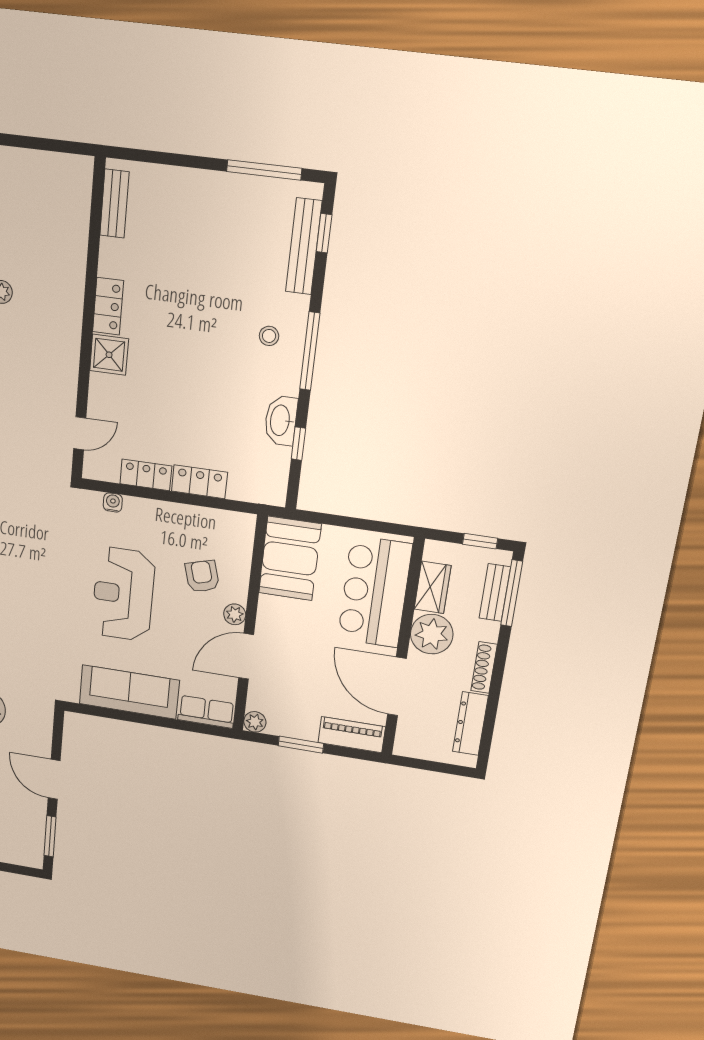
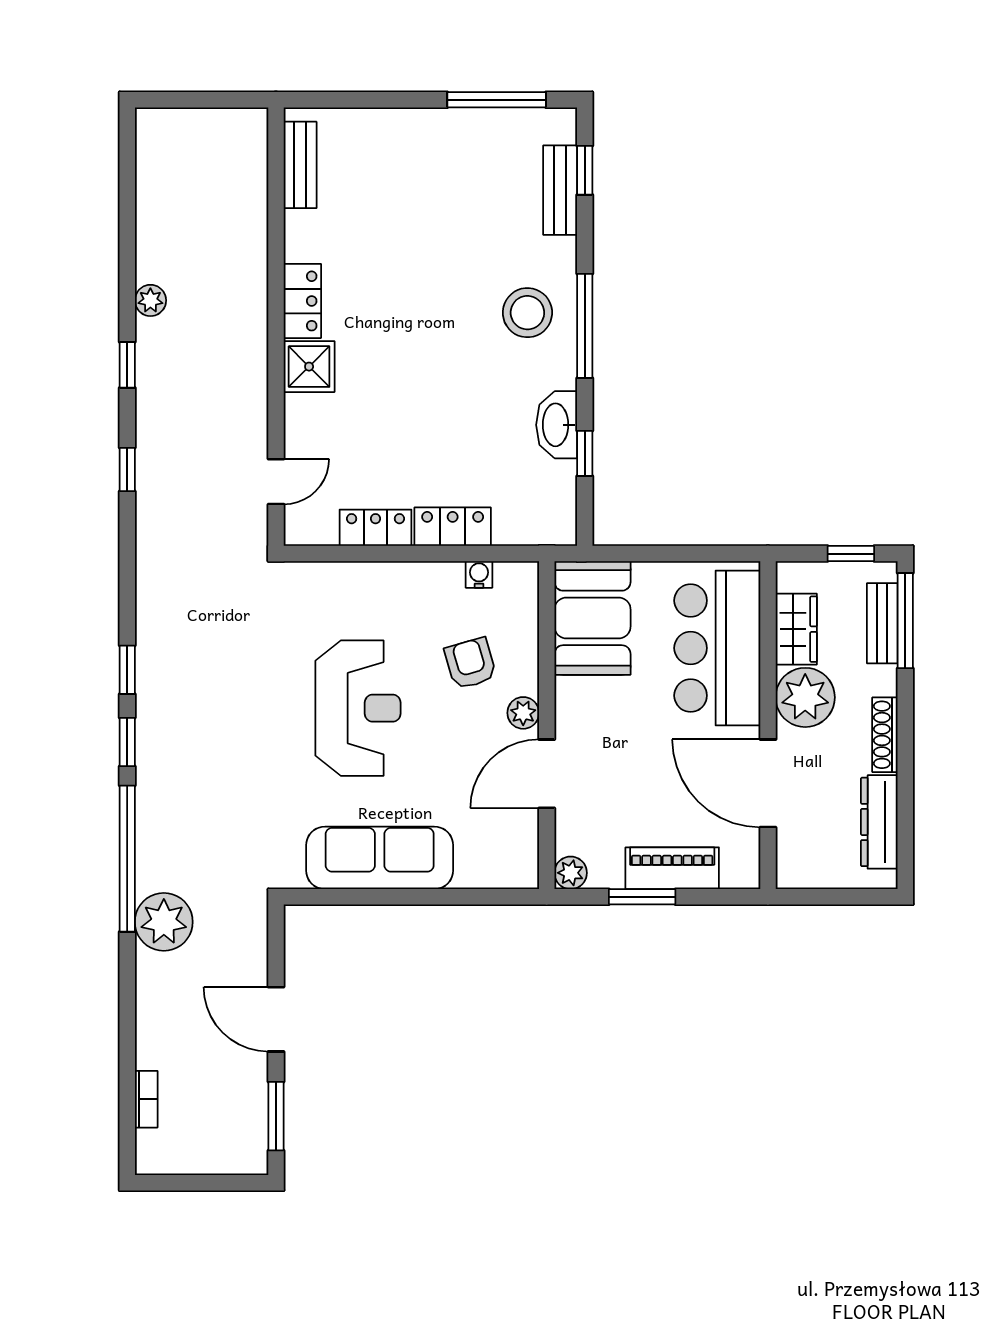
bench: (304, 246) -> (560, 190), width x0.73
stool: (269, 336) -> (527, 313), width x1.89, depth x1.89
water cooler: (113, 502) -> (479, 574), moved
reception desk: (123, 594) -> (358, 708), turned 180
row of seats: (206, 712) -> (498, 869), removed
piano: (352, 735) -> (672, 868), moved

